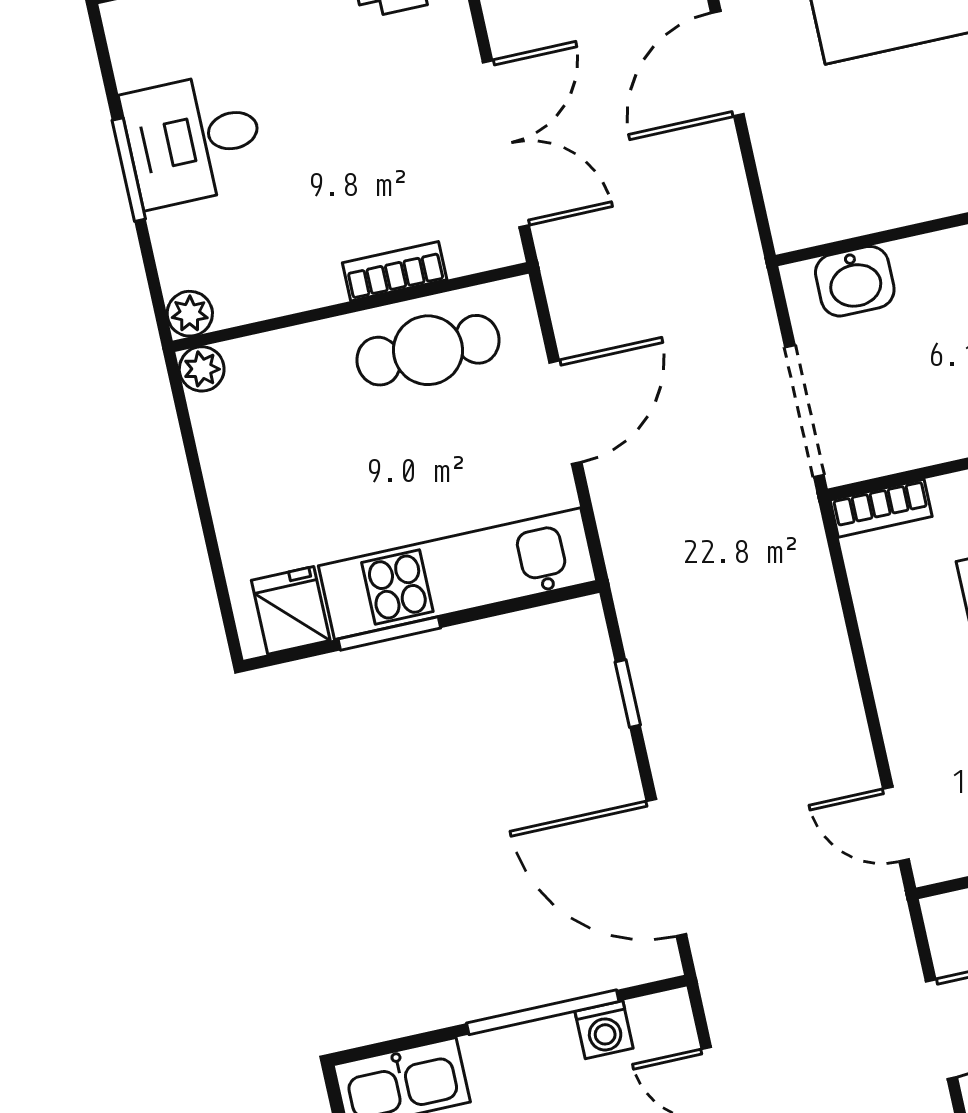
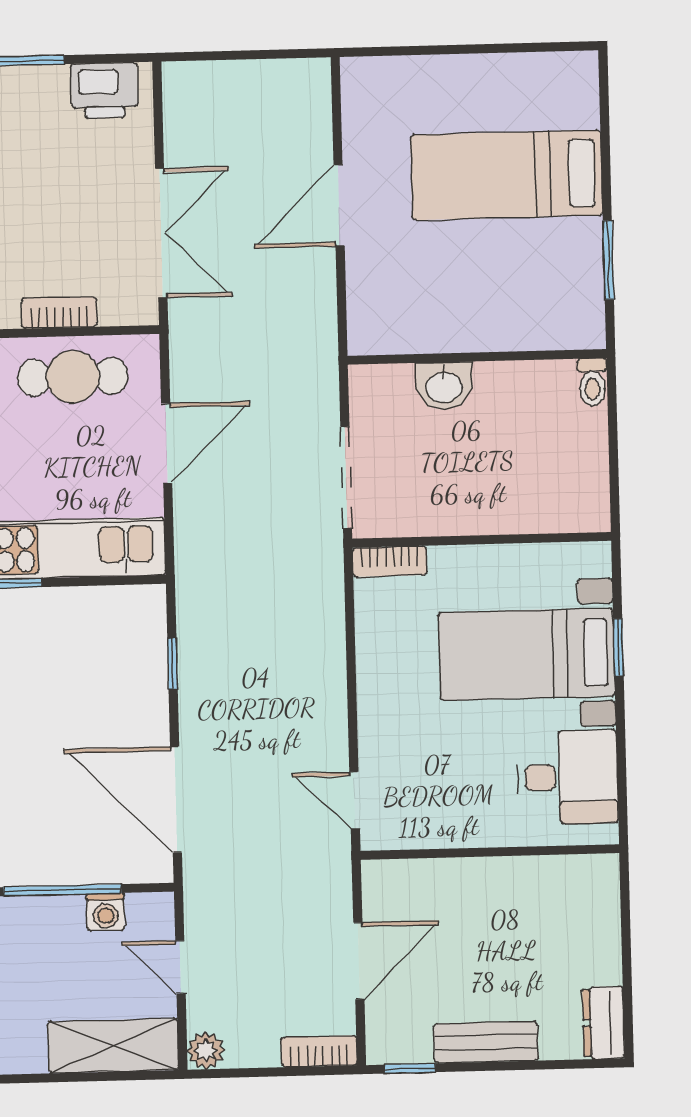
washbasin: (855, 281) -> (444, 386), moved

